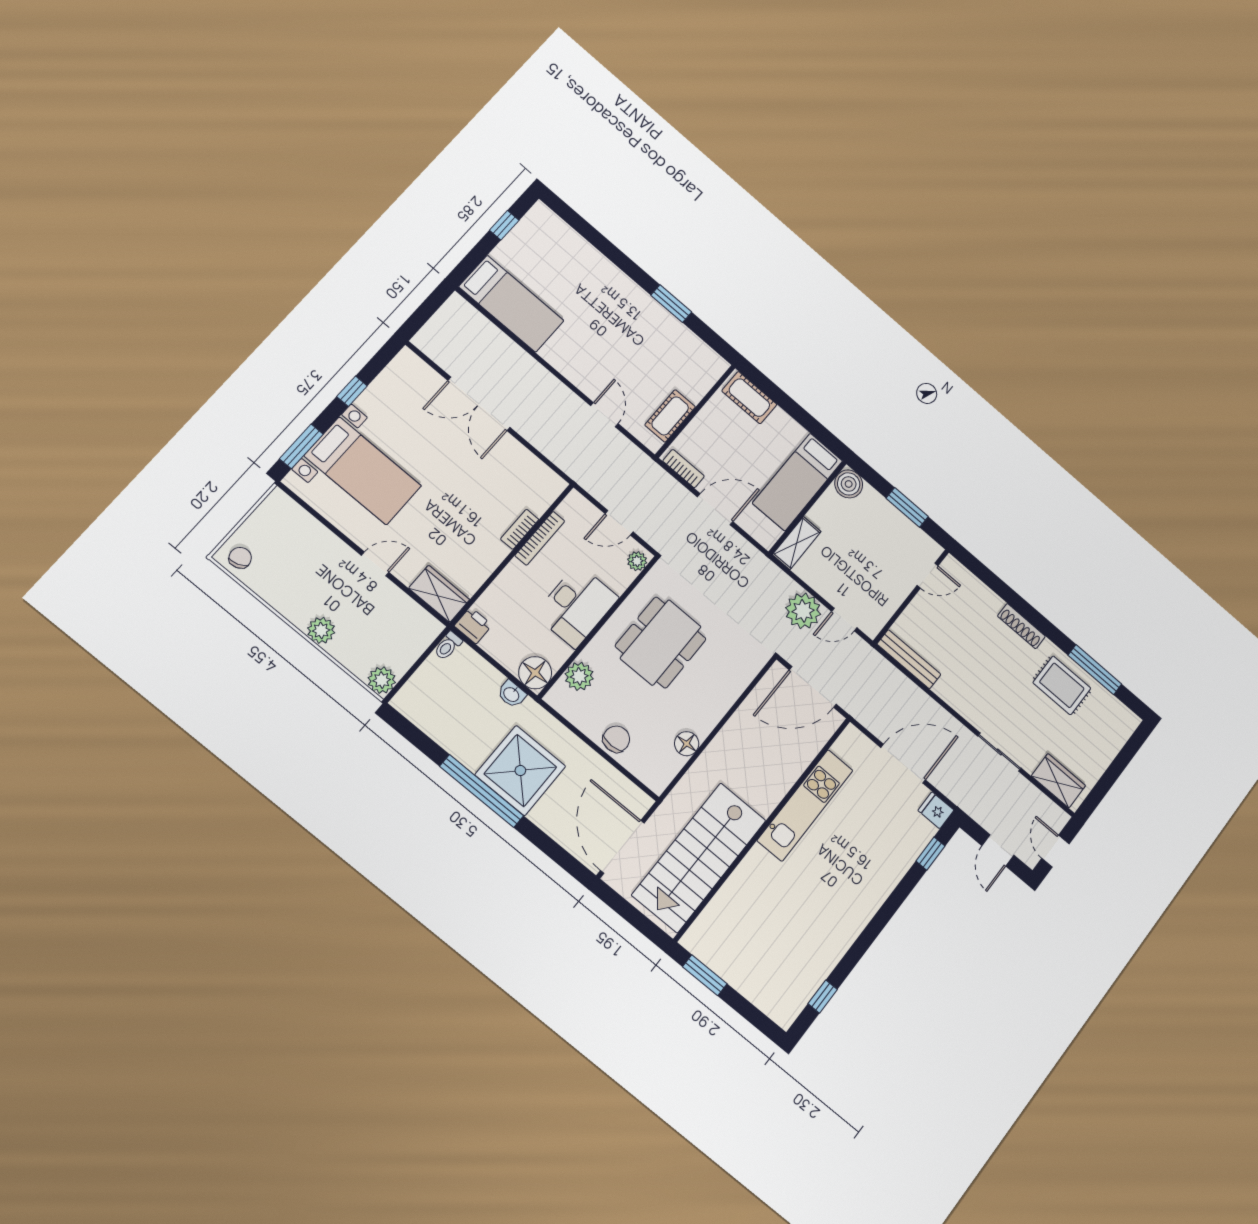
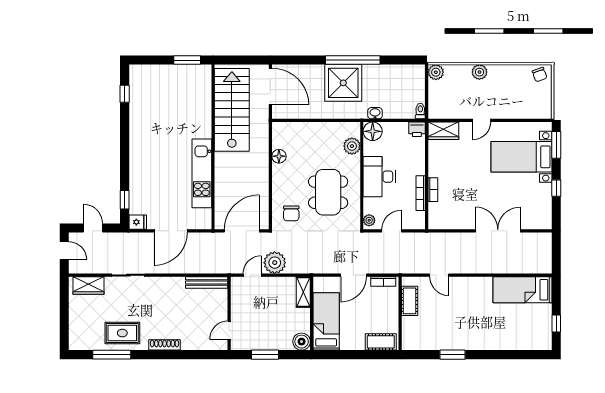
chair: (616, 739) -> (291, 213), moved

